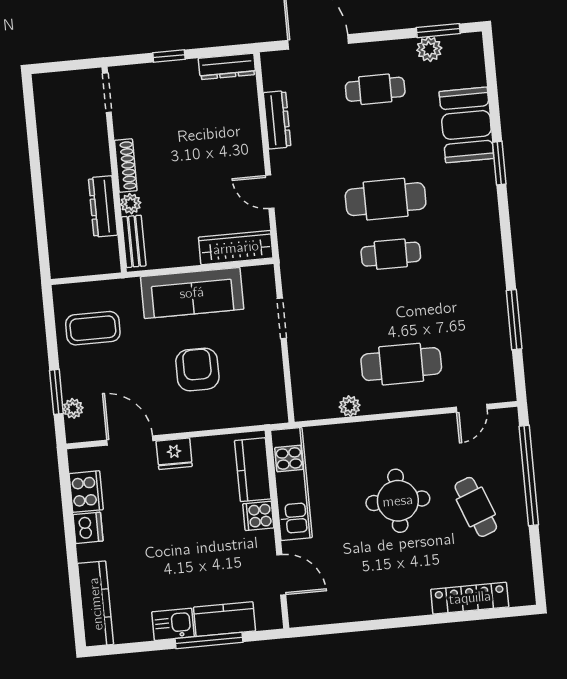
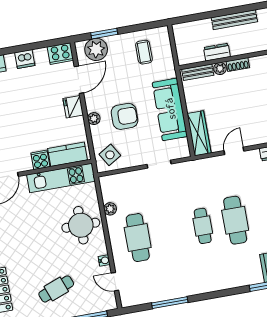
shoe rack: (126, 166) -> (238, 65), width x0.70
bench: (51, 173) -> (234, 20), added
dresser: (103, 206) -> (217, 52), width x0.70
coffee table: (93, 328) -> (144, 52), width x0.73, depth x0.77
side table: (260, 399) -> (110, 155), added
plant: (73, 408) -> (96, 49), width x1.88, depth x1.88
plant: (197, 421) -> (94, 119), added
water cooler: (435, 423) -> (104, 260), added
cooker: (86, 492) -> (60, 54), moved
round table: (398, 501) -> (81, 225), moved

